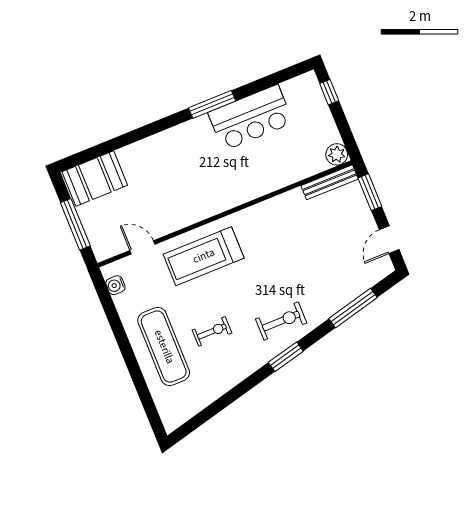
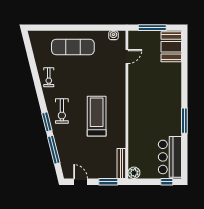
bar counter: (251, 118) -> (170, 157), moved
treadmill: (204, 256) -> (97, 116), moved
exercise bike: (212, 331) -> (49, 77), moved
window: (286, 357) -> (47, 122), moved

